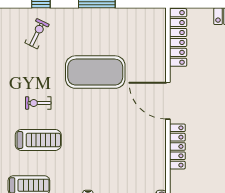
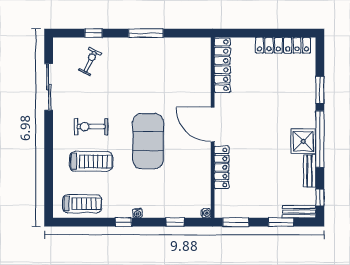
exercise mat: (95, 72) -> (148, 141), moved, turned 90
exercise bike: (38, 103) -> (91, 127), width x1.38, depth x1.39

